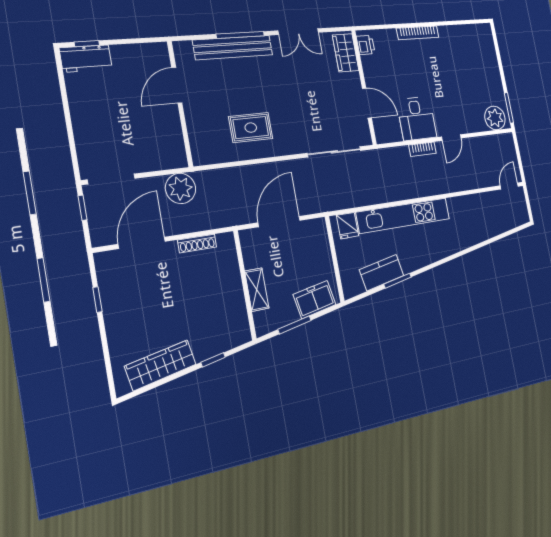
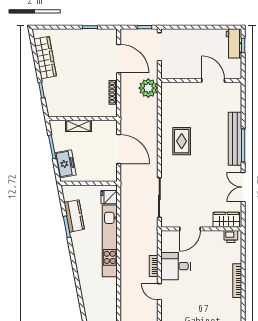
door: (177, 85) -> (213, 80), moved
wall: (180, 104) -> (201, 80), moved

